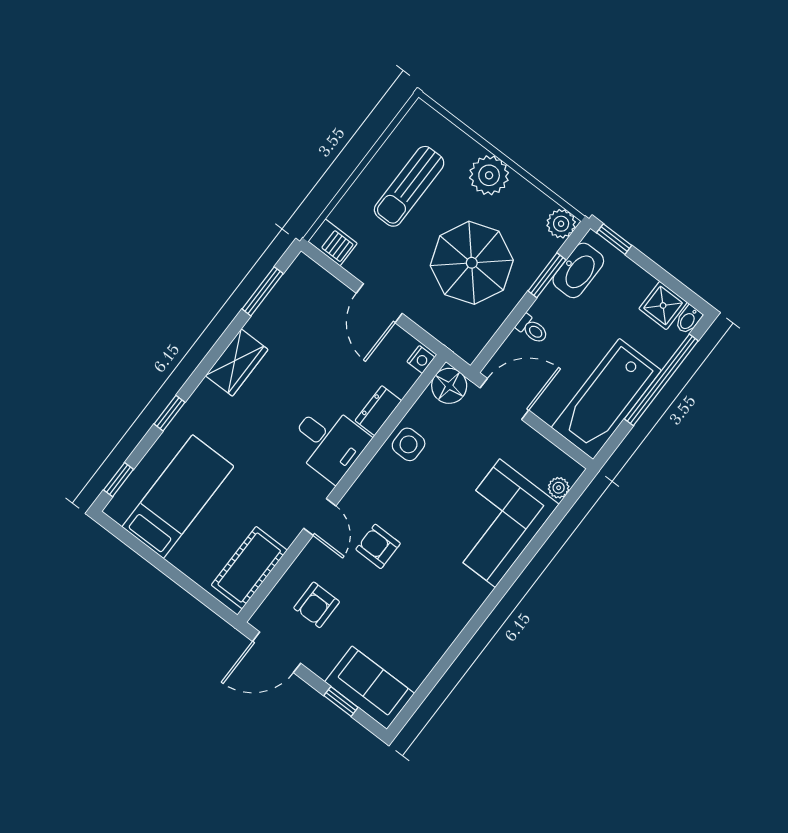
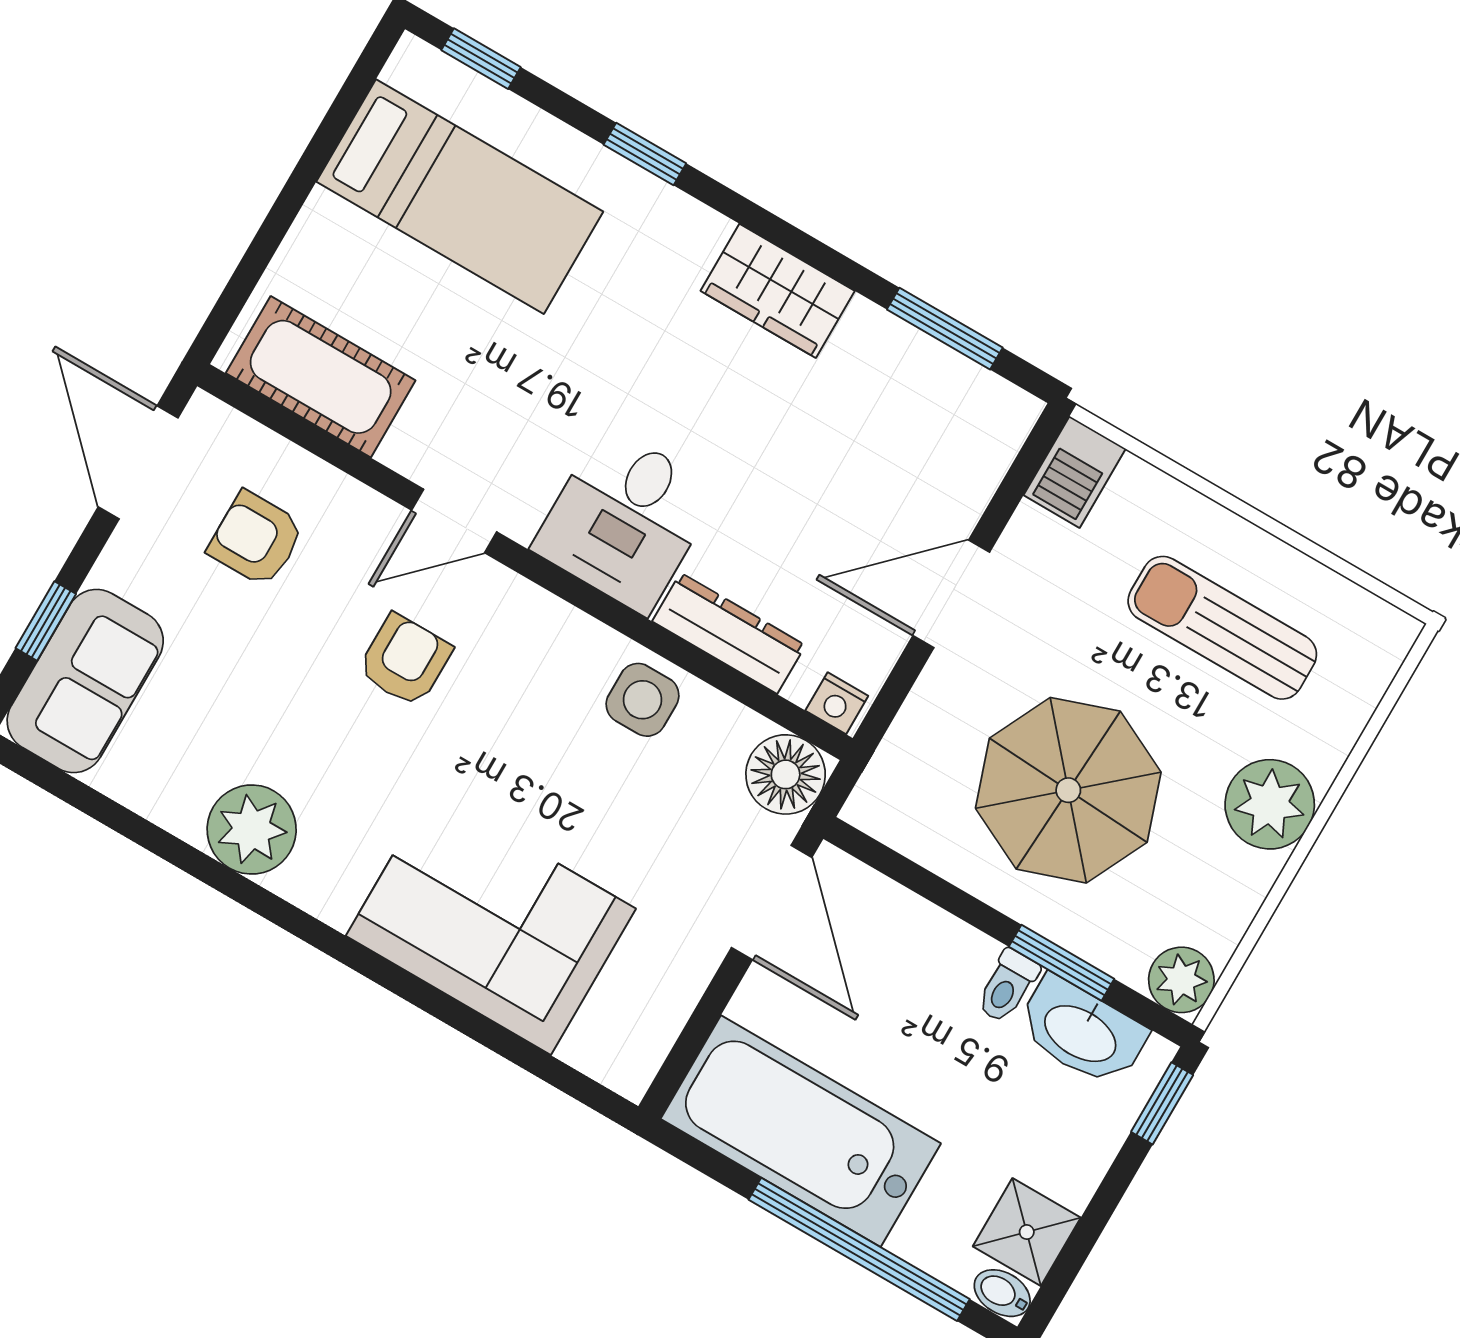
toilet: (532, 329) -> (1007, 986), moved
dresser: (378, 411) -> (729, 633), width x1.44
plant: (559, 488) -> (252, 830), moved, width x1.88, depth x1.88

